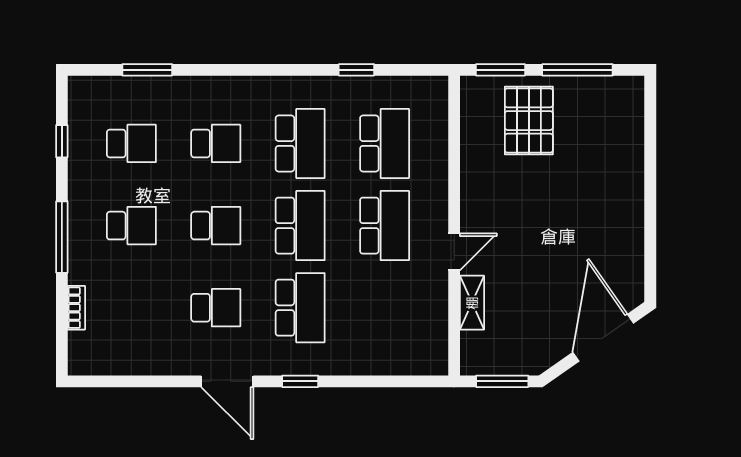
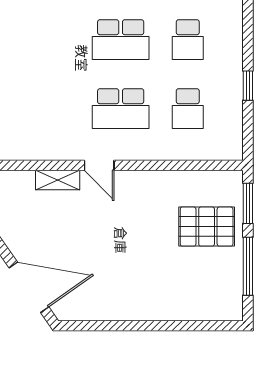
school desk: (300, 143) -> (188, 40), width x0.54
school desk: (385, 143) -> (188, 109), width x0.54
school desk: (300, 308) -> (54, 40), removed

